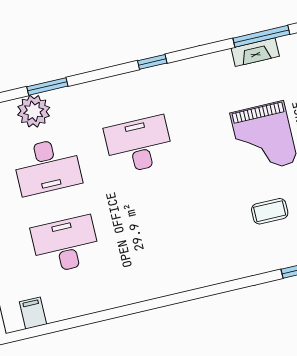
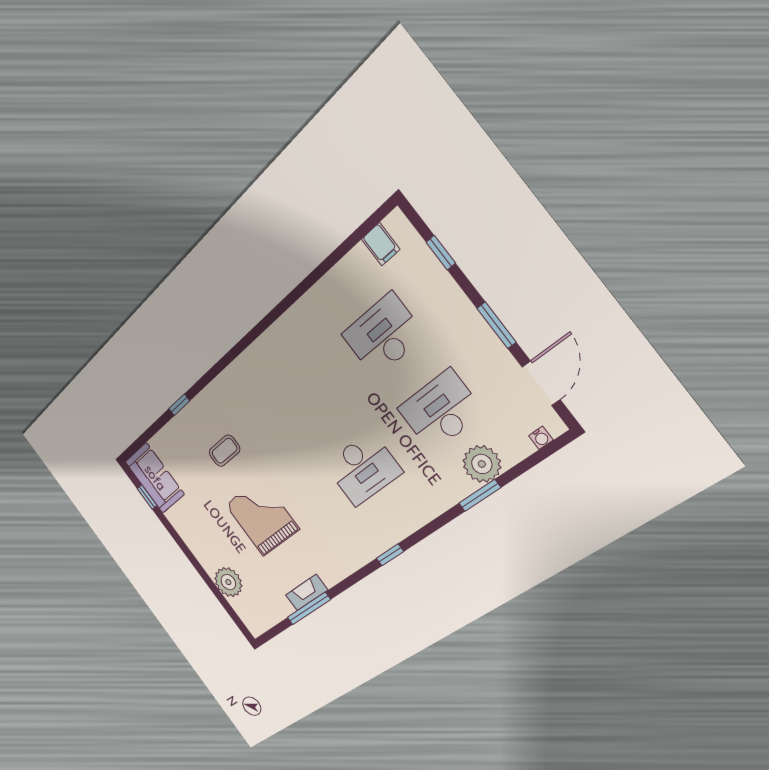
desk: (66, 245) -> (383, 335), turned 180

